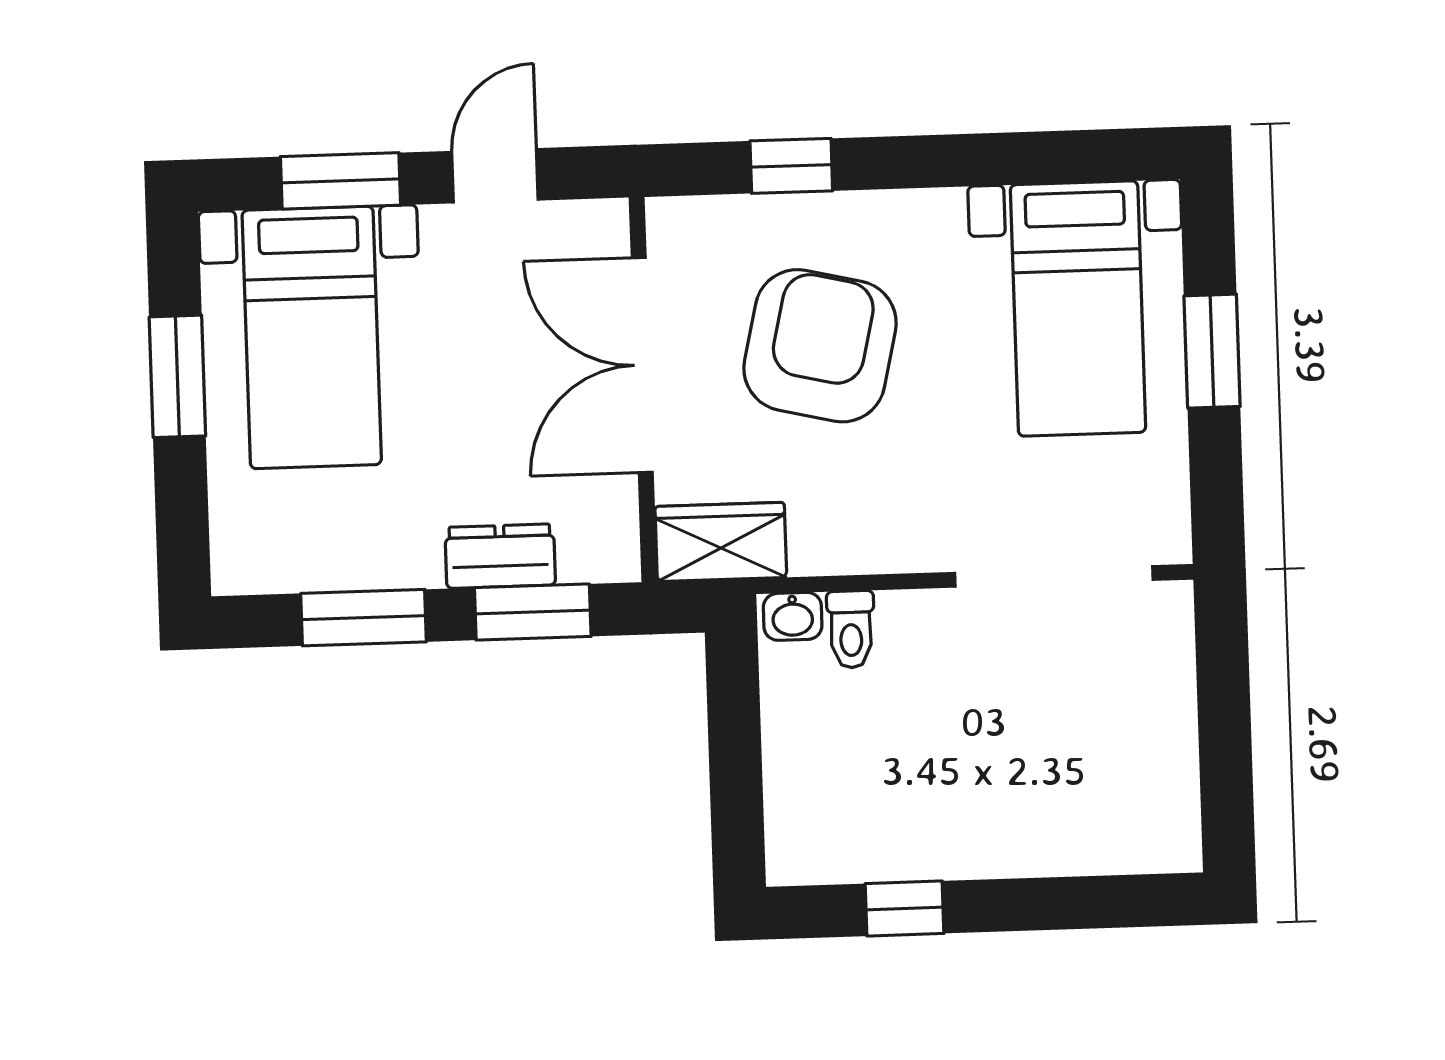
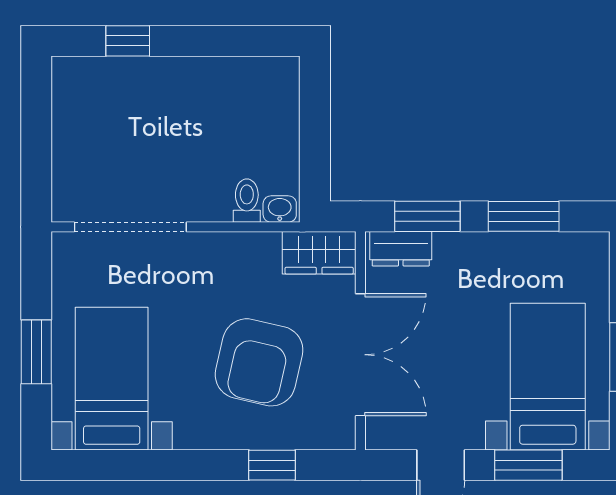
dresser: (500, 556) -> (401, 249), moved
window: (905, 908) -> (128, 41), moved

